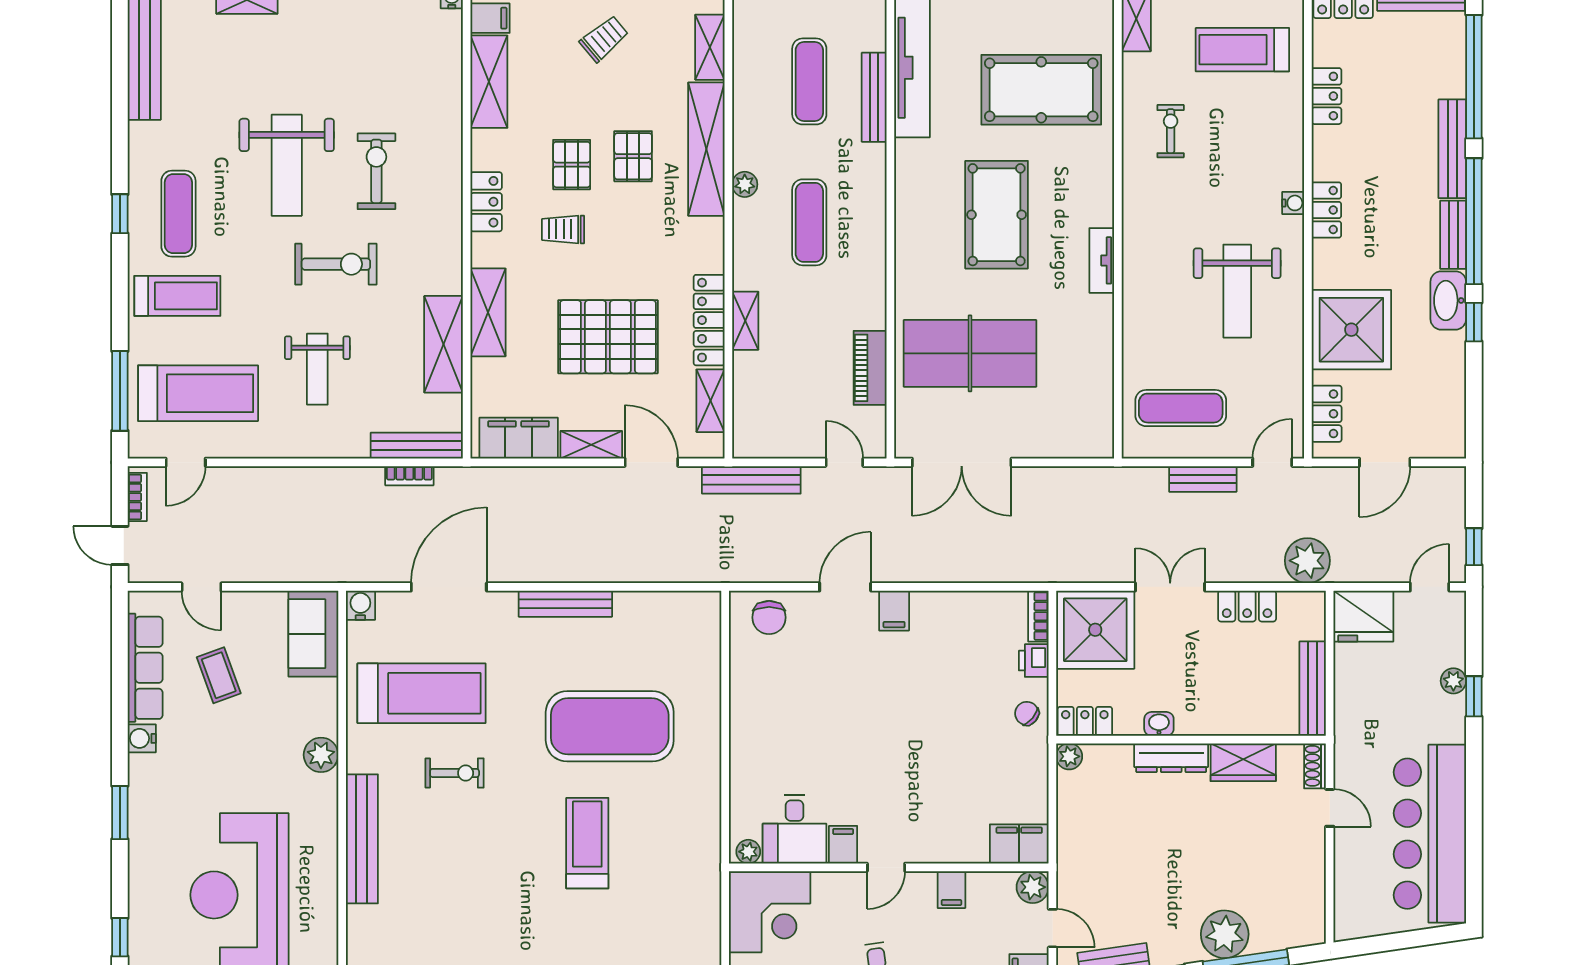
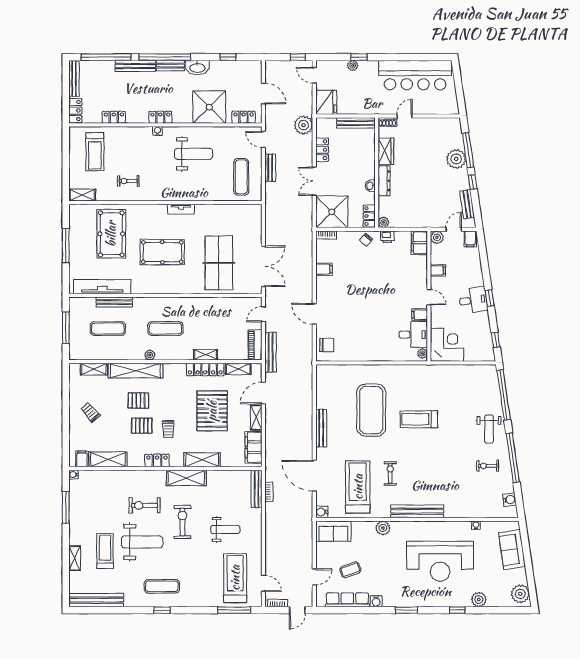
treadmill: (177, 296) -> (105, 551), moved
window: (1474, 322) -> (228, 57), moved
shelving: (444, 344) -> (186, 478), moved
piano: (870, 368) -> (255, 345), moved, turned 90
filing cabinet: (894, 611) -> (324, 269), moved
printer: (1034, 661) -> (387, 237), moved

